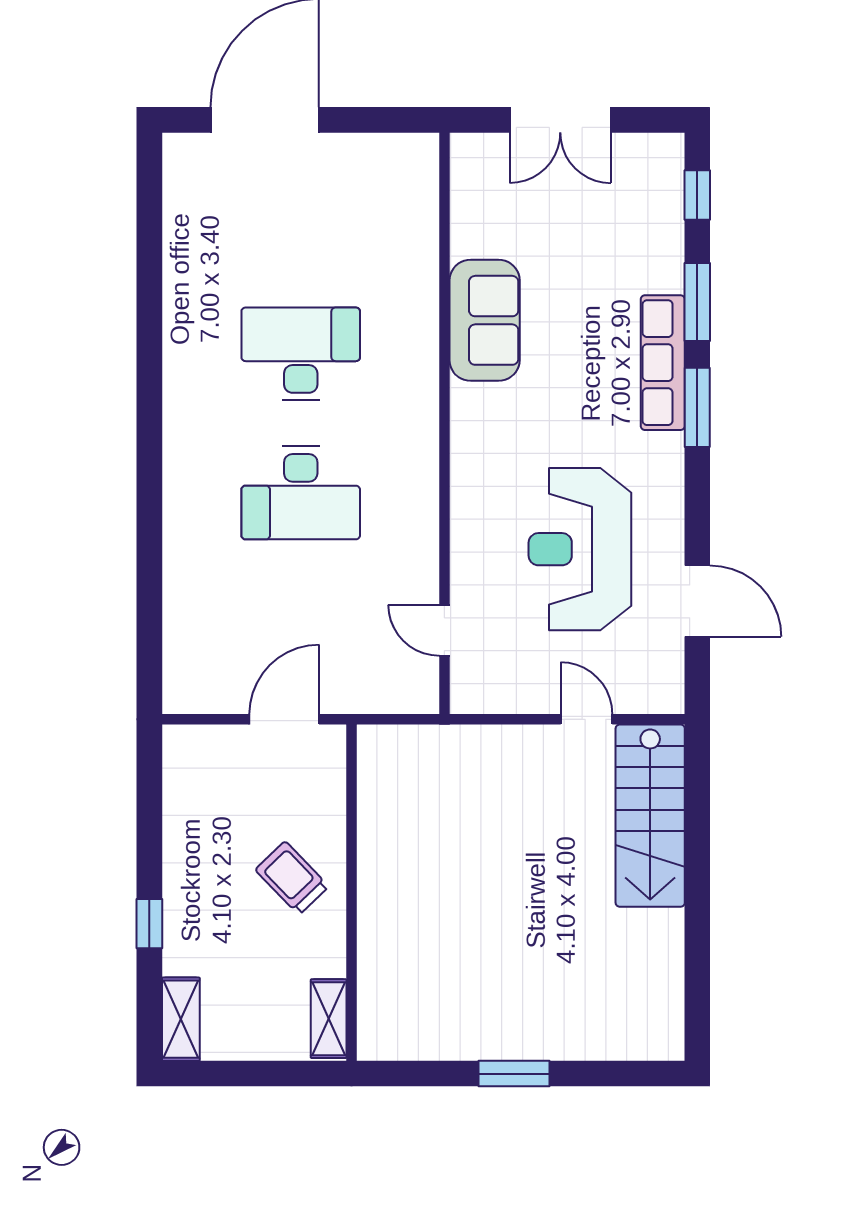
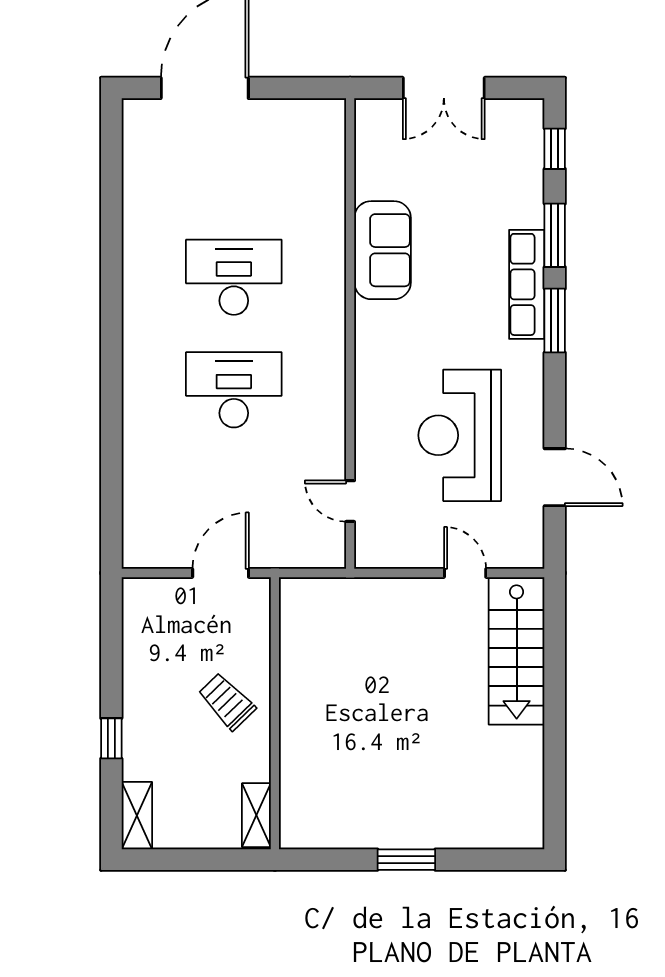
desk: (301, 493) -> (234, 390), turned 180

